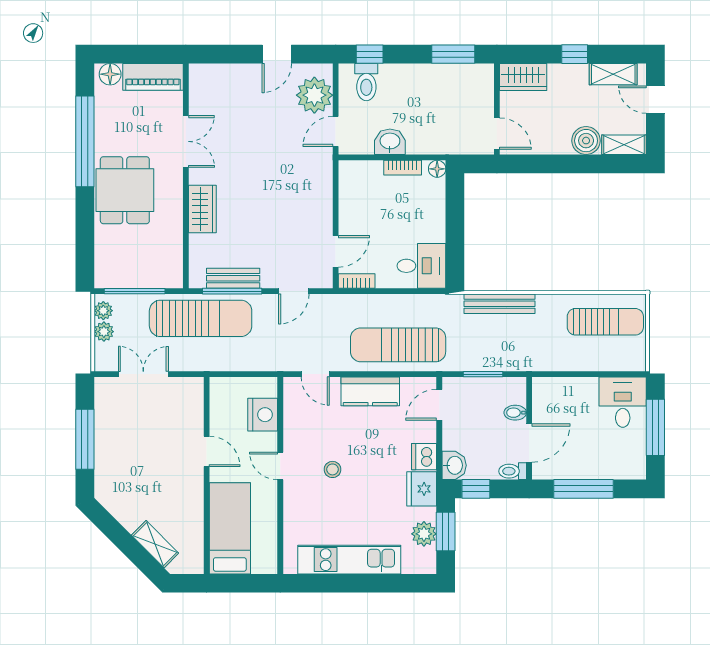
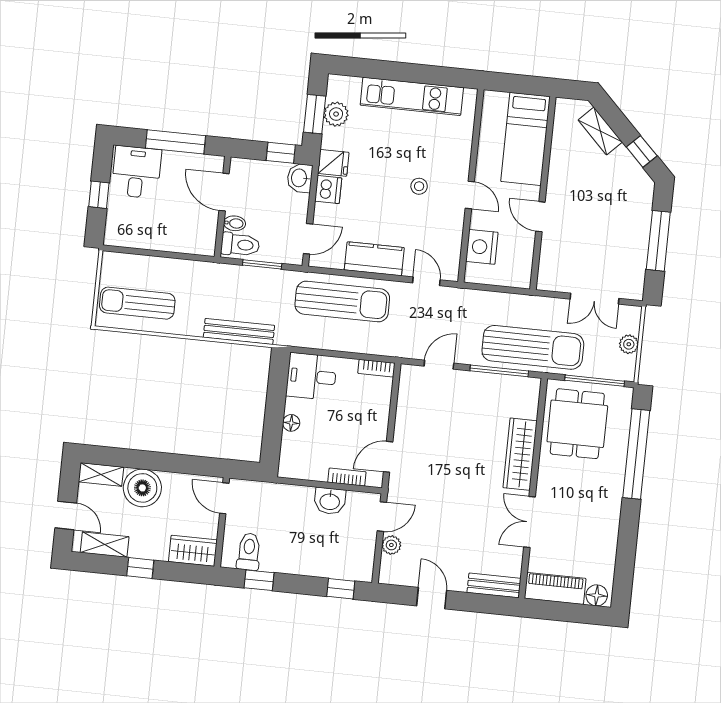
door: (277, 54) -> (432, 598), hinge flipped
window: (453, 54) -> (259, 580), width x0.67
toilet: (366, 82) -> (249, 552), moved
plant: (314, 95) -> (391, 545), width x0.53, depth x0.53
window: (85, 141) -> (636, 454), moved
boiler: (586, 141) -> (142, 488), width x1.37, depth x1.37
bookcase: (403, 168) -> (347, 477), moved
floor lamp: (437, 169) -> (291, 423), moved
dining table: (125, 190) -> (577, 424), moved
wardrobe: (202, 209) -> (520, 454), width x1.50
door: (336, 251) -> (388, 457), moved
bench: (233, 278) -> (494, 585), moved
plant: (103, 311) -> (627, 365), removed
sun lounger: (201, 318) -> (533, 347), turned 180
desk: (623, 402) -> (136, 172), moved, turned 180
window: (655, 427) -> (99, 195), width x0.46
door: (529, 443) -> (224, 192), hinge flipped
toilet: (513, 471) -> (240, 245), moved, width x1.37, depth x1.39
fridge: (422, 489) -> (333, 163), width x0.72
window: (111, 528) -> (642, 151), added

